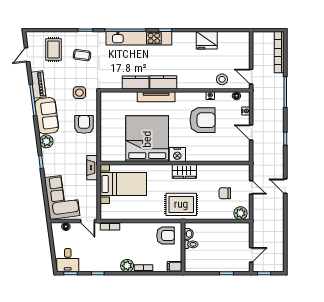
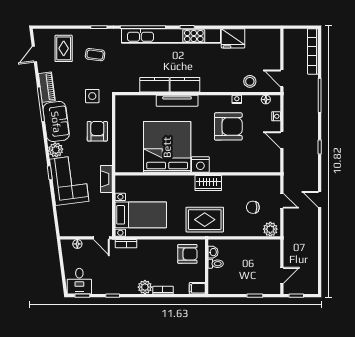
kitchen unit: (139, 38) -> (171, 36), width x1.36
bed with nightstands: (123, 184) -> (141, 215), moved
corner sofa: (62, 197) -> (69, 180), moved

